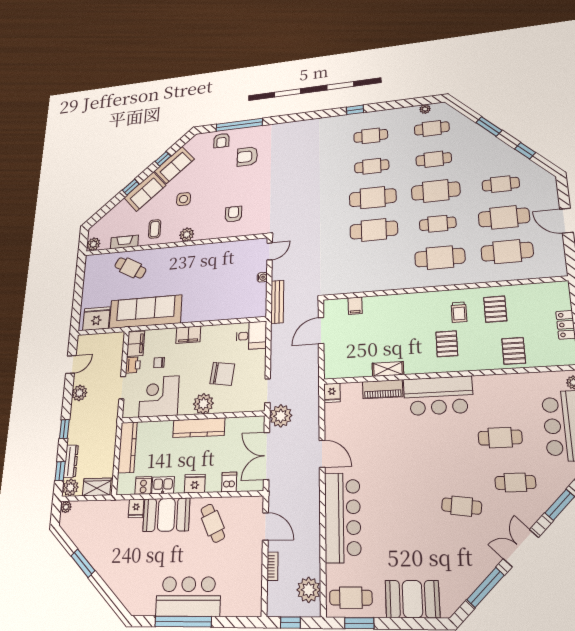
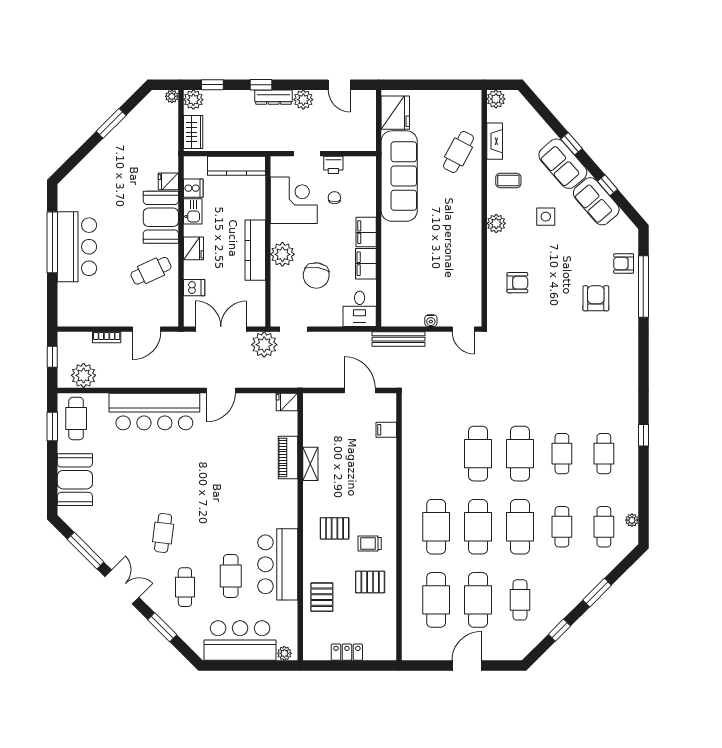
cafe table: (438, 224) -> (478, 527), width x1.37, depth x1.35
filing cabinet: (136, 344) -> (366, 264), moved, turned 90
pallet: (514, 351) -> (322, 597), turned 90
bar counter: (438, 396) -> (278, 564), moved
dresser: (71, 461) -> (274, 97), moved

